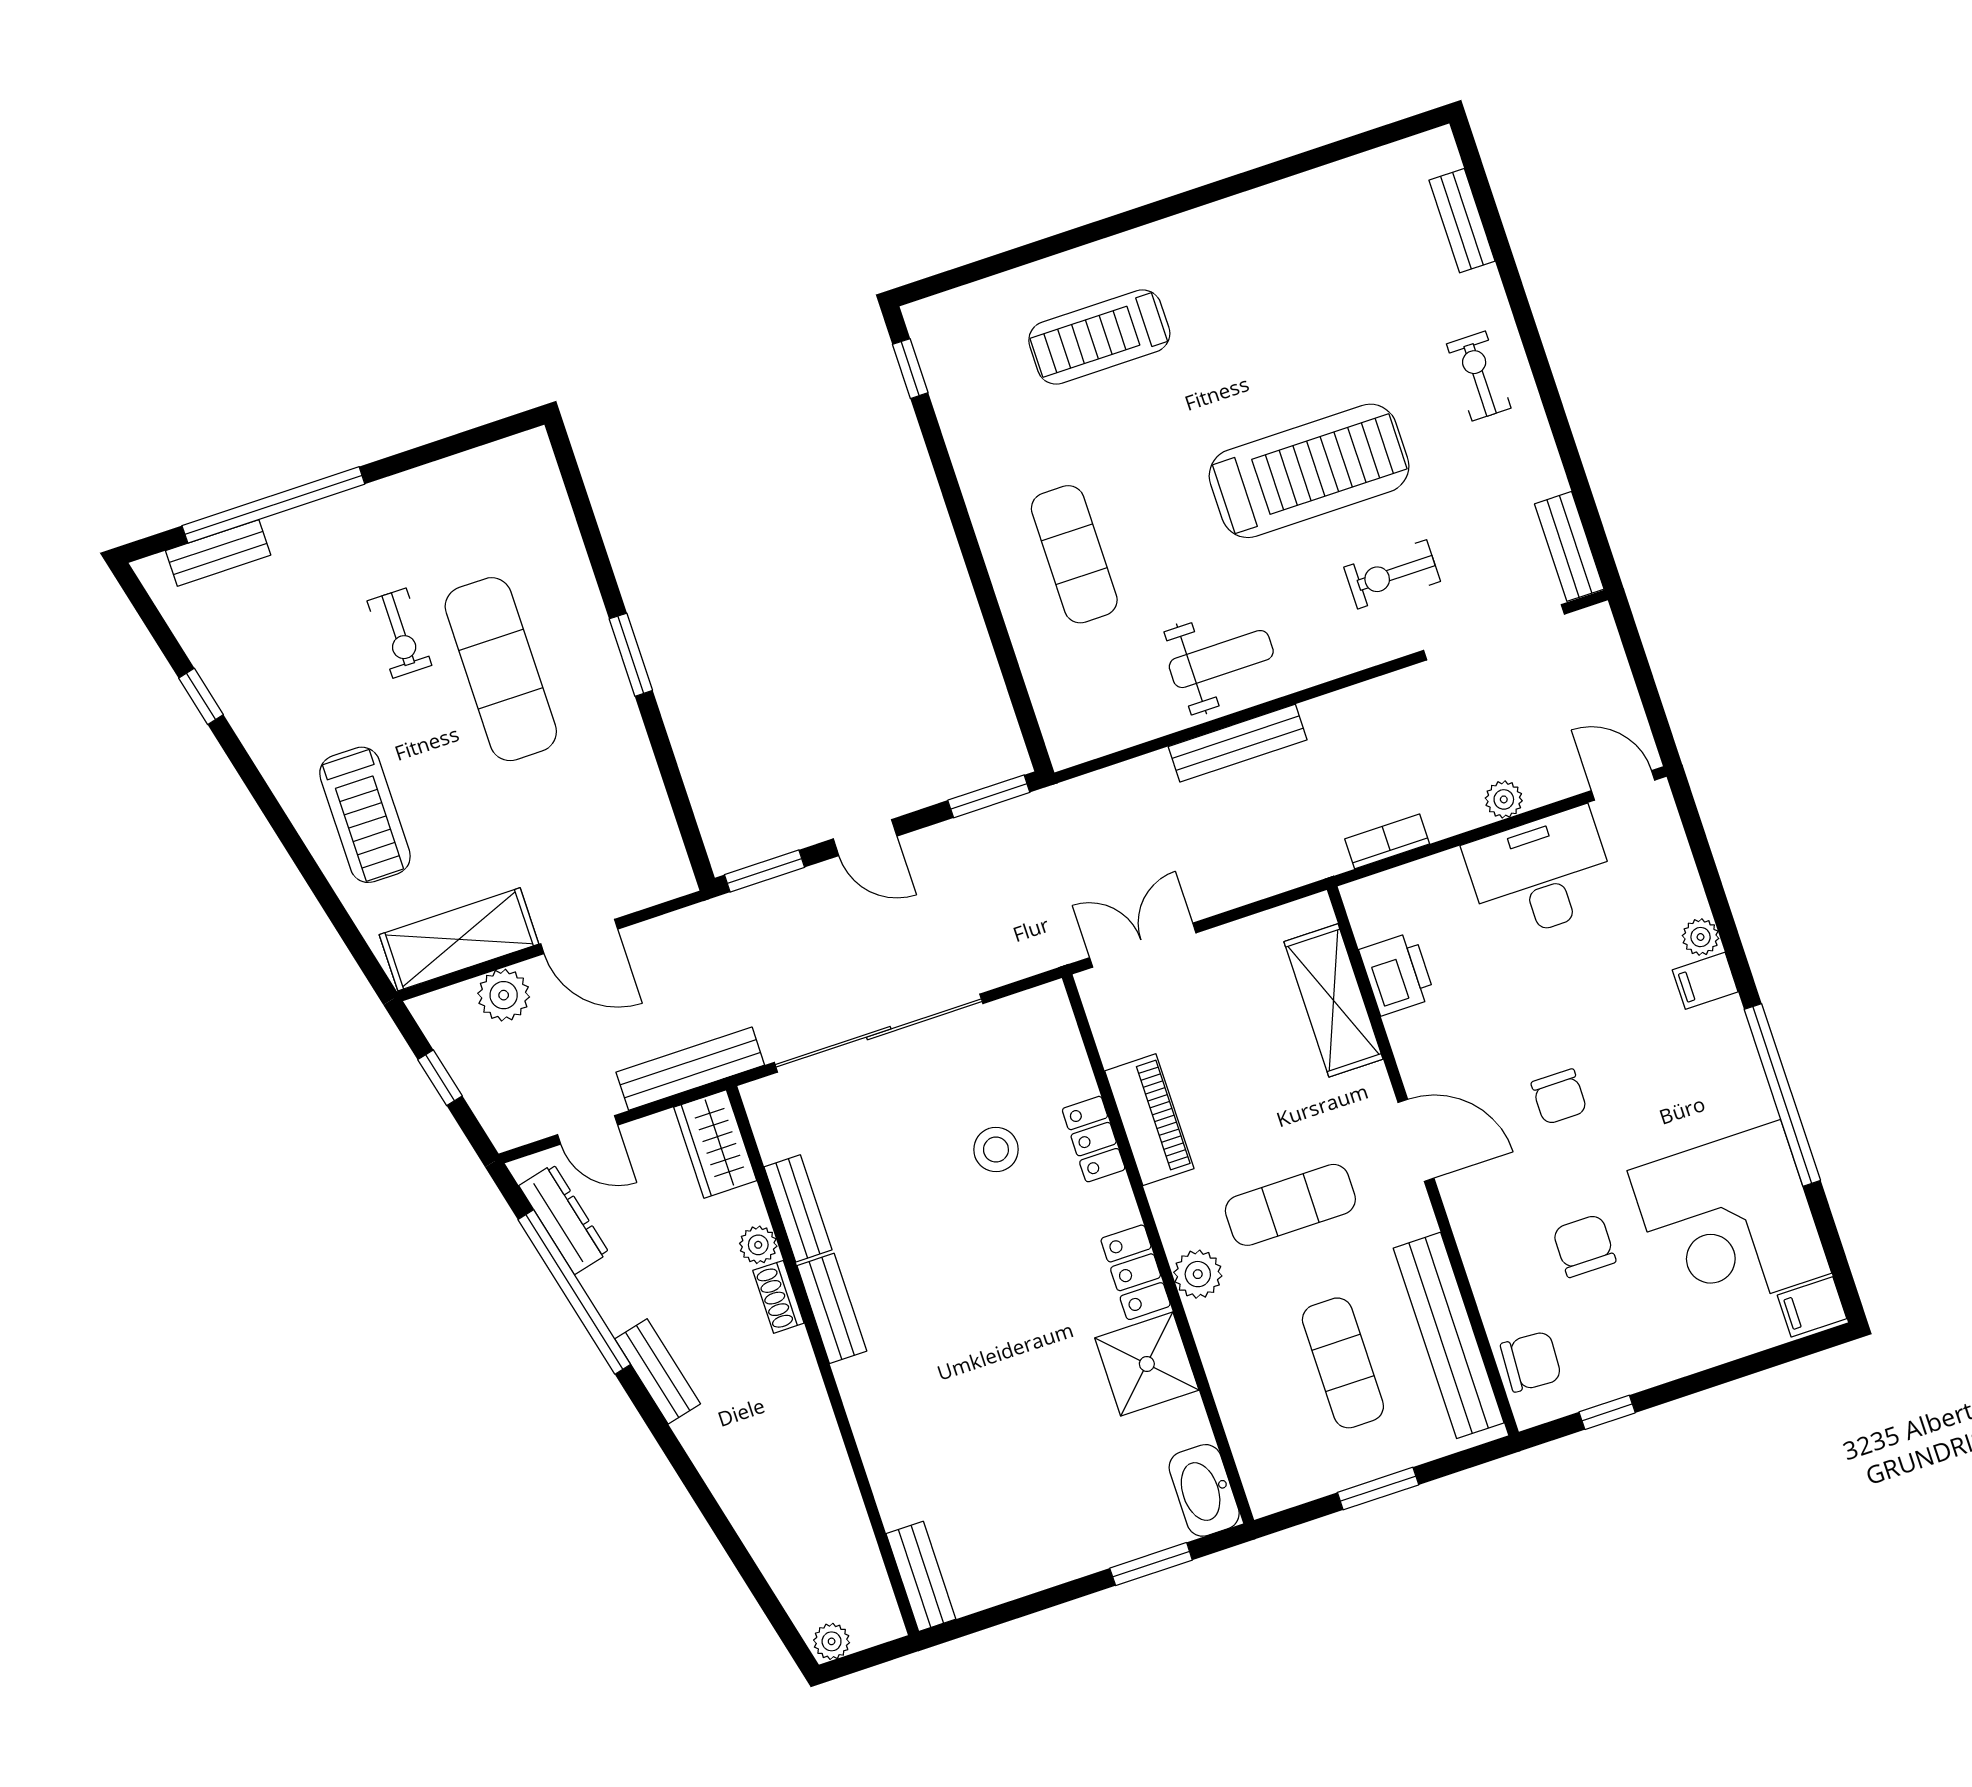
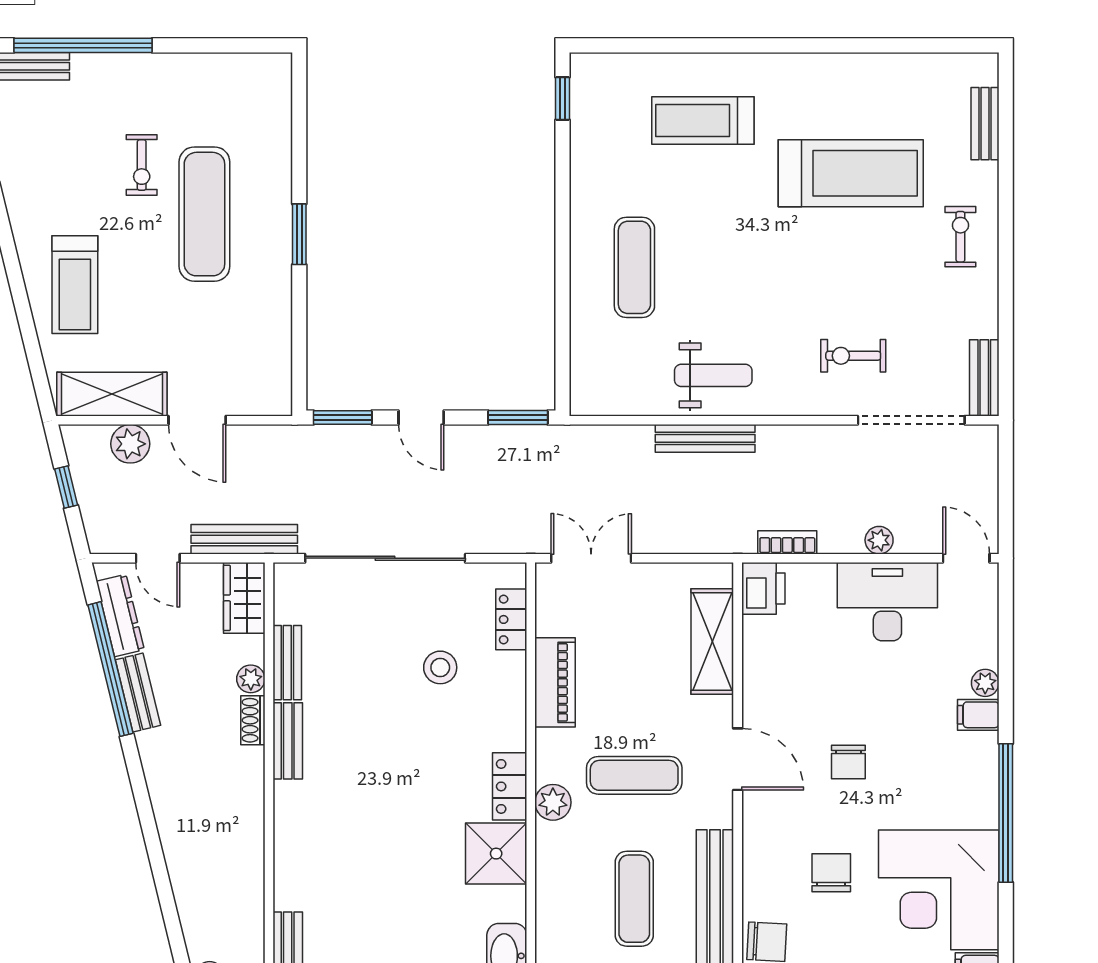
treadmill: (1309, 471) -> (851, 173), moved
printer: (1397, 974) -> (763, 588), moved
locker: (1094, 1139) -> (511, 619), moved
bench: (658, 1371) -> (138, 693), moved

